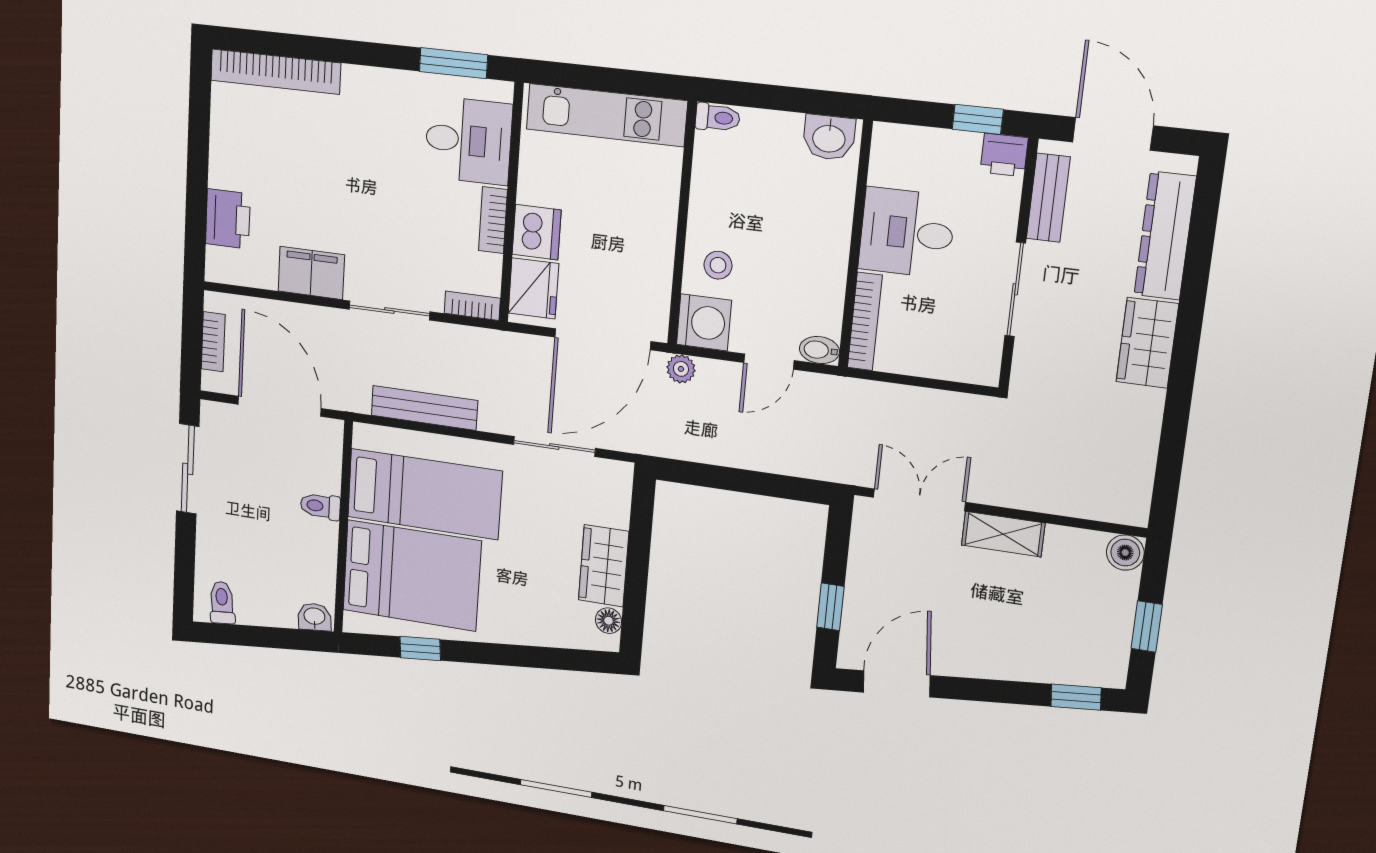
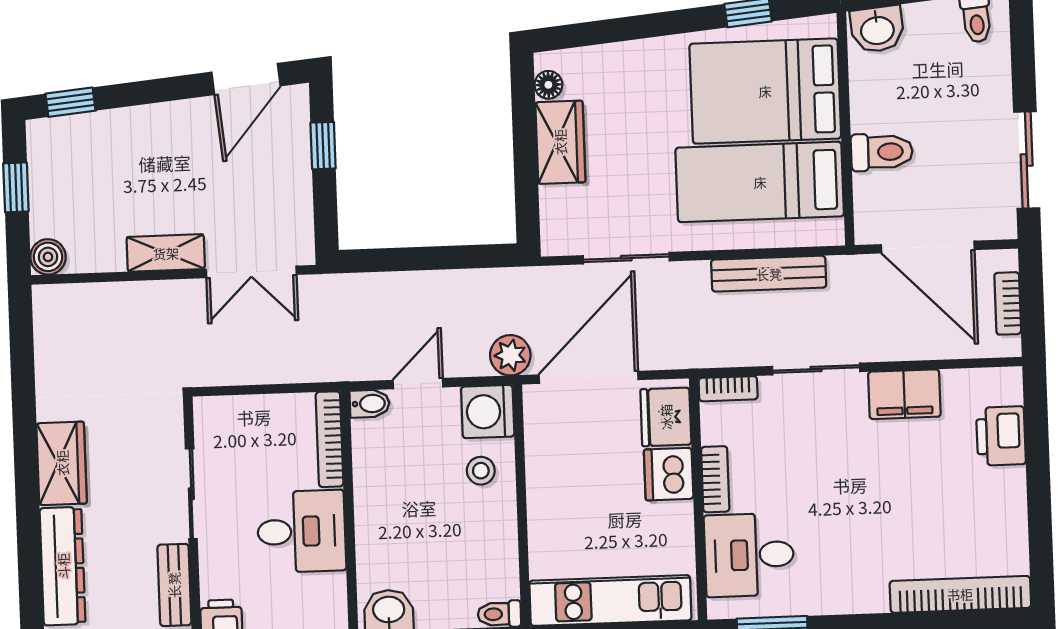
plant: (681, 369) -> (510, 355), width x1.38, depth x1.38
toilet: (320, 506) -> (882, 152), width x1.37, depth x1.39
washbasin: (314, 617) -> (877, 29), width x1.38, depth x1.45

